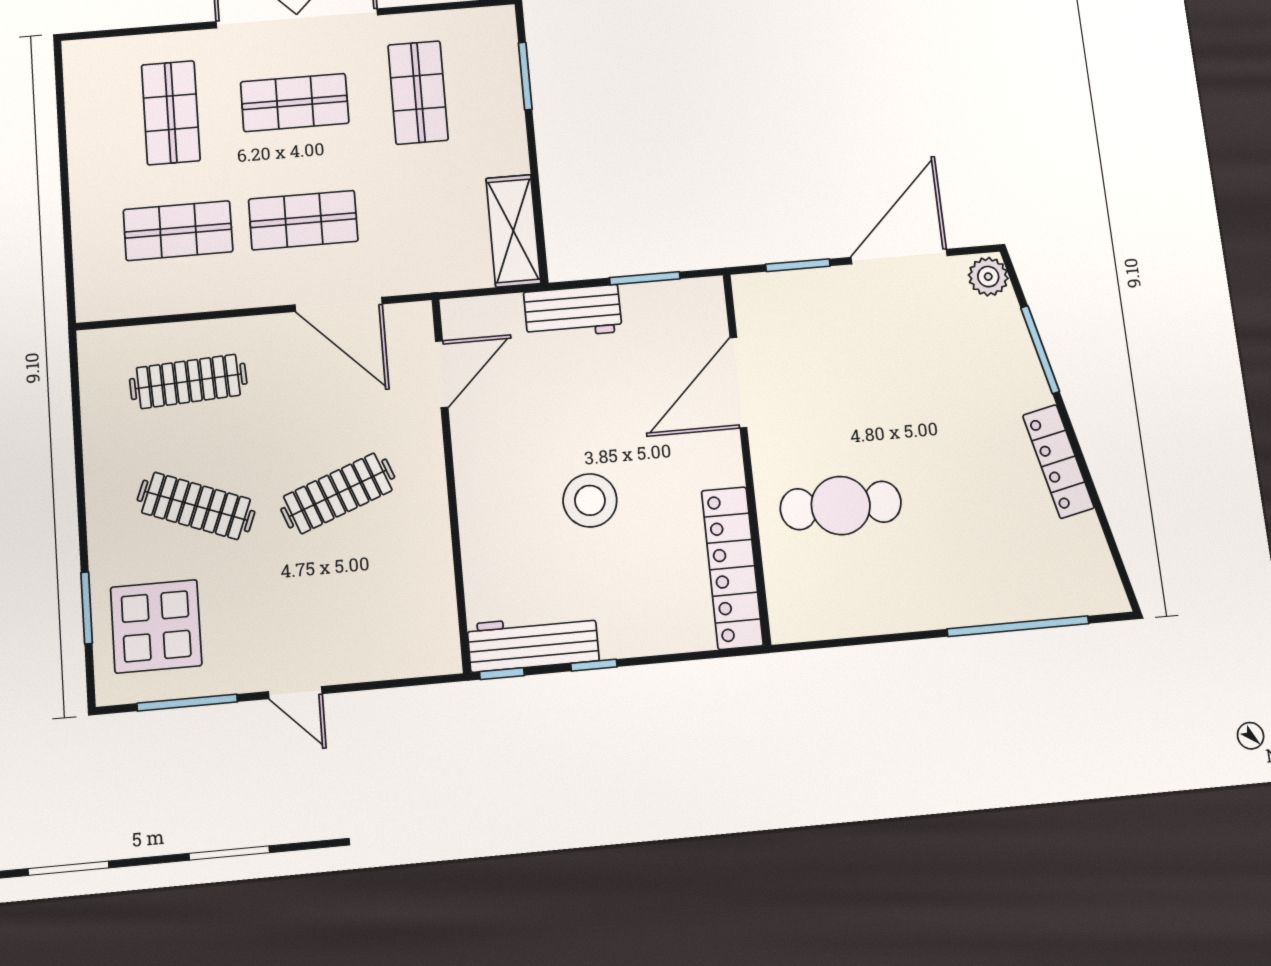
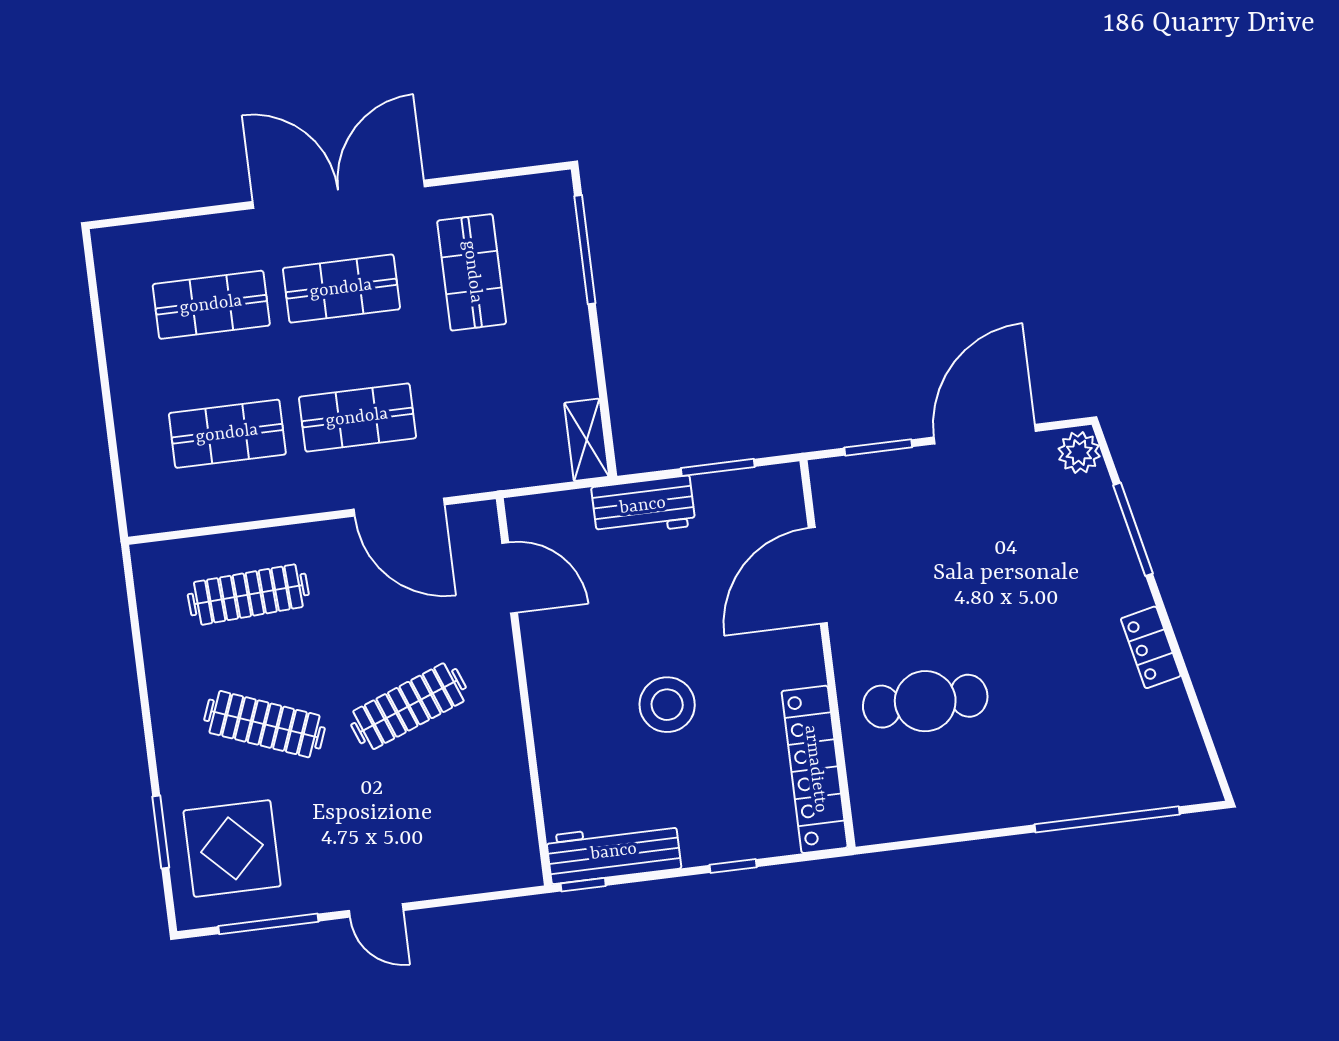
window: (525, 76) -> (585, 250), width x1.44
shop shelf: (171, 113) -> (211, 305), turned 90
shelving: (513, 231) -> (587, 440), width x0.67, depth x0.75
door: (442, 374) -> (510, 578), hinge flipped
locker: (1058, 461) -> (1151, 647), width x0.66
window: (594, 665) -> (733, 866), moved

